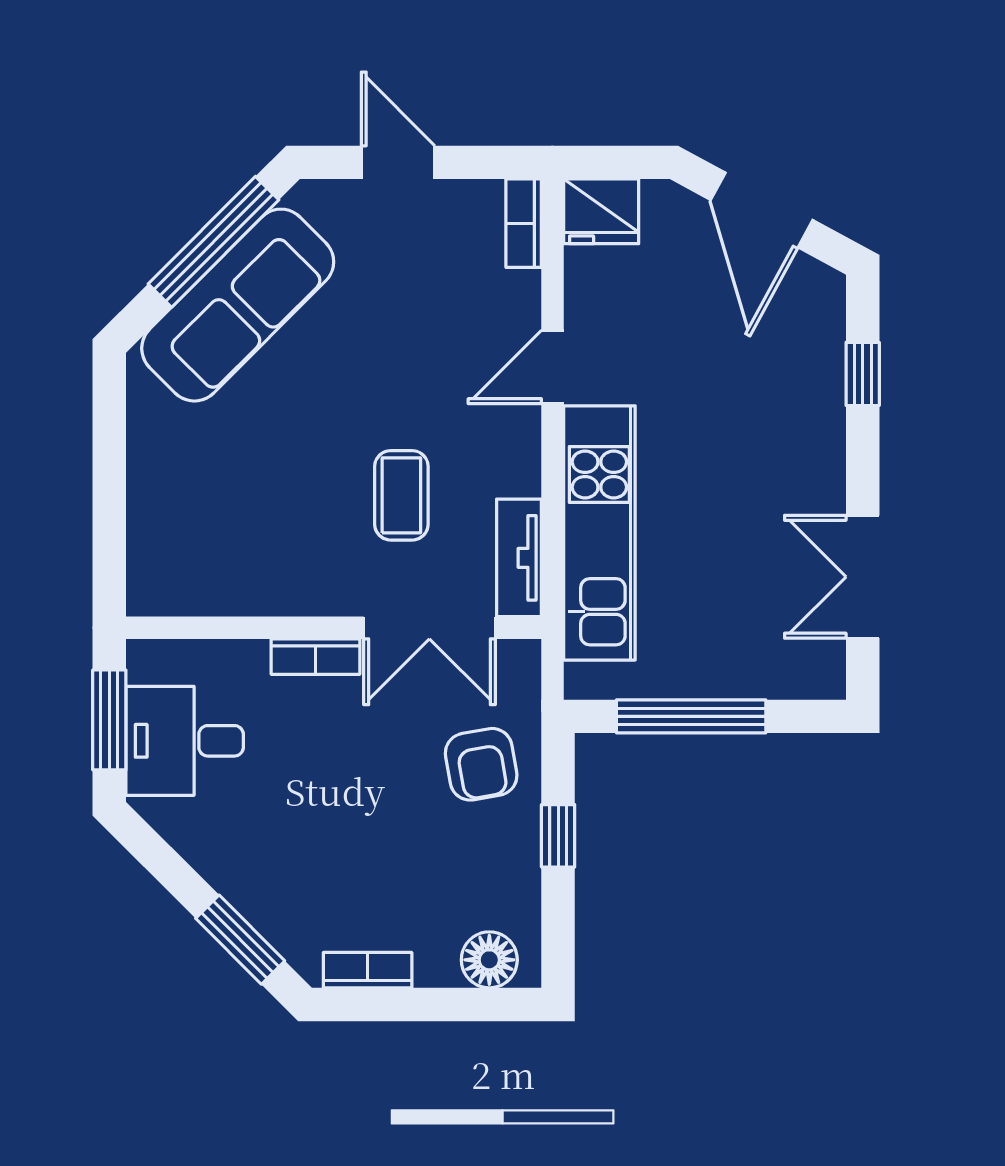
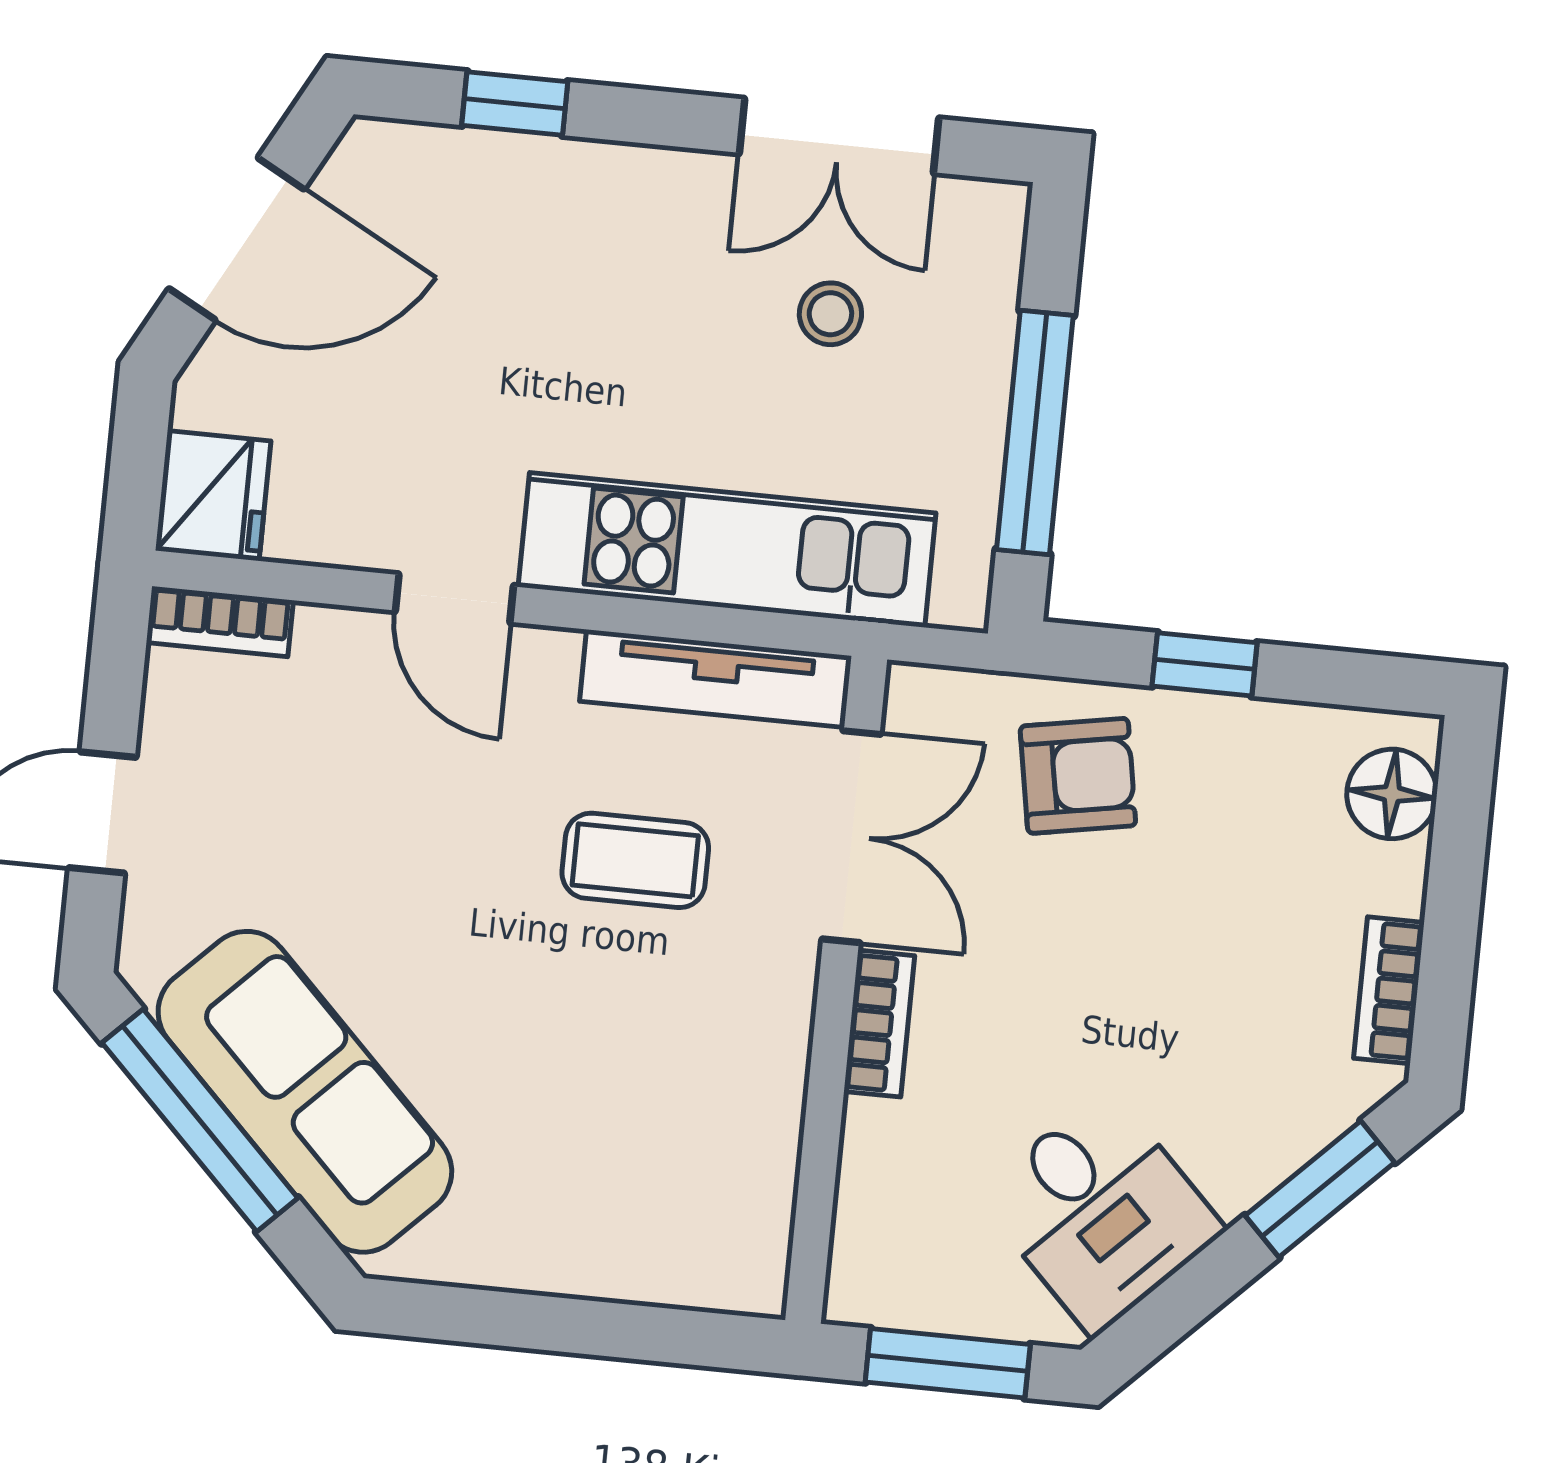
tv unit: (519, 558) -> (716, 679), width x1.41
stool: (752, 582) -> (830, 314), added
desk: (185, 741) -> (1100, 1212), moved, turned -45

